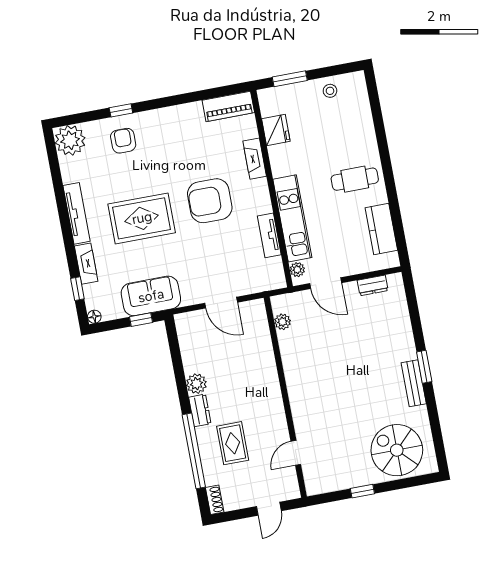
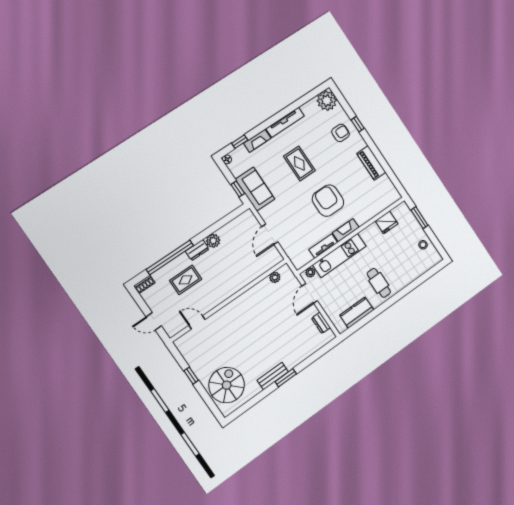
piano: (228, 106) -> (371, 163), moved
fireplace: (255, 159) -> (346, 230), moved
rug: (142, 218) -> (299, 163), width x0.73, depth x0.70

